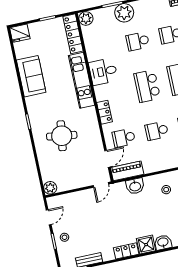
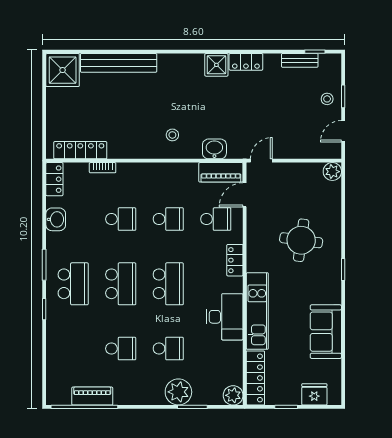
fridge: (20, 33) -> (314, 394), moved
desk: (103, 72) -> (225, 317), width x1.37
washbasin: (163, 242) -> (192, 63), removed

